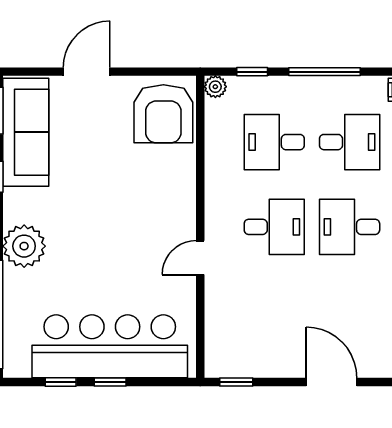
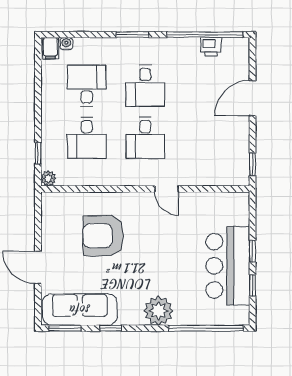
window: (325, 72) -> (38, 103), removed
armchair: (163, 114) -> (103, 236), moved, turned 180
desk: (274, 227) -> (145, 138), turned 180
bar counter: (110, 346) -> (228, 266), width x0.73

